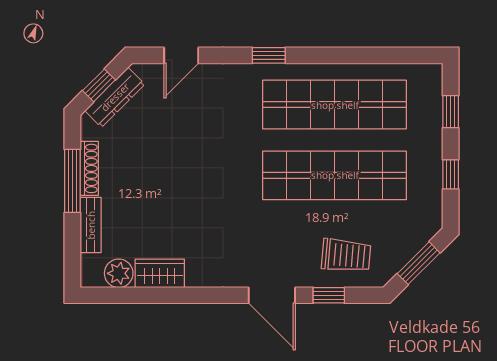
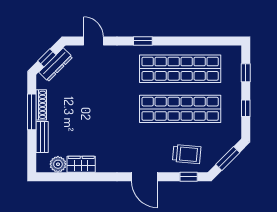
door: (181, 55) -> (93, 41), swing flipped
window: (329, 295) -> (189, 177), moved

